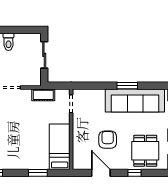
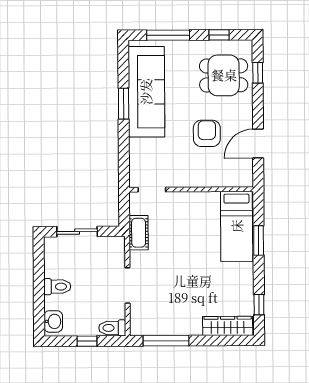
armchair: (108, 140) -> (207, 133), turned 90
bed: (60, 147) -> (237, 226), moved, turned -90
window: (135, 173) -> (258, 73), moved

